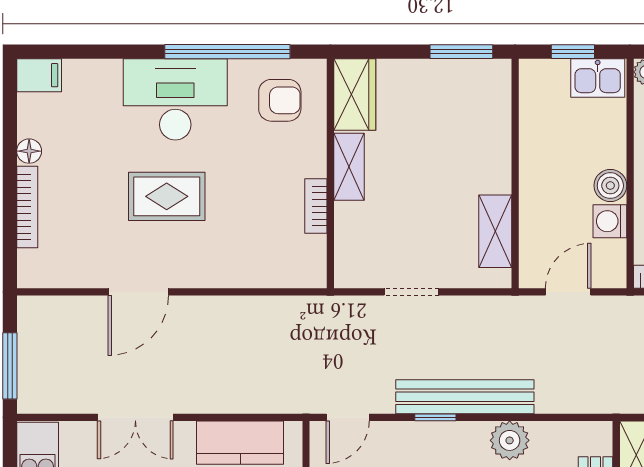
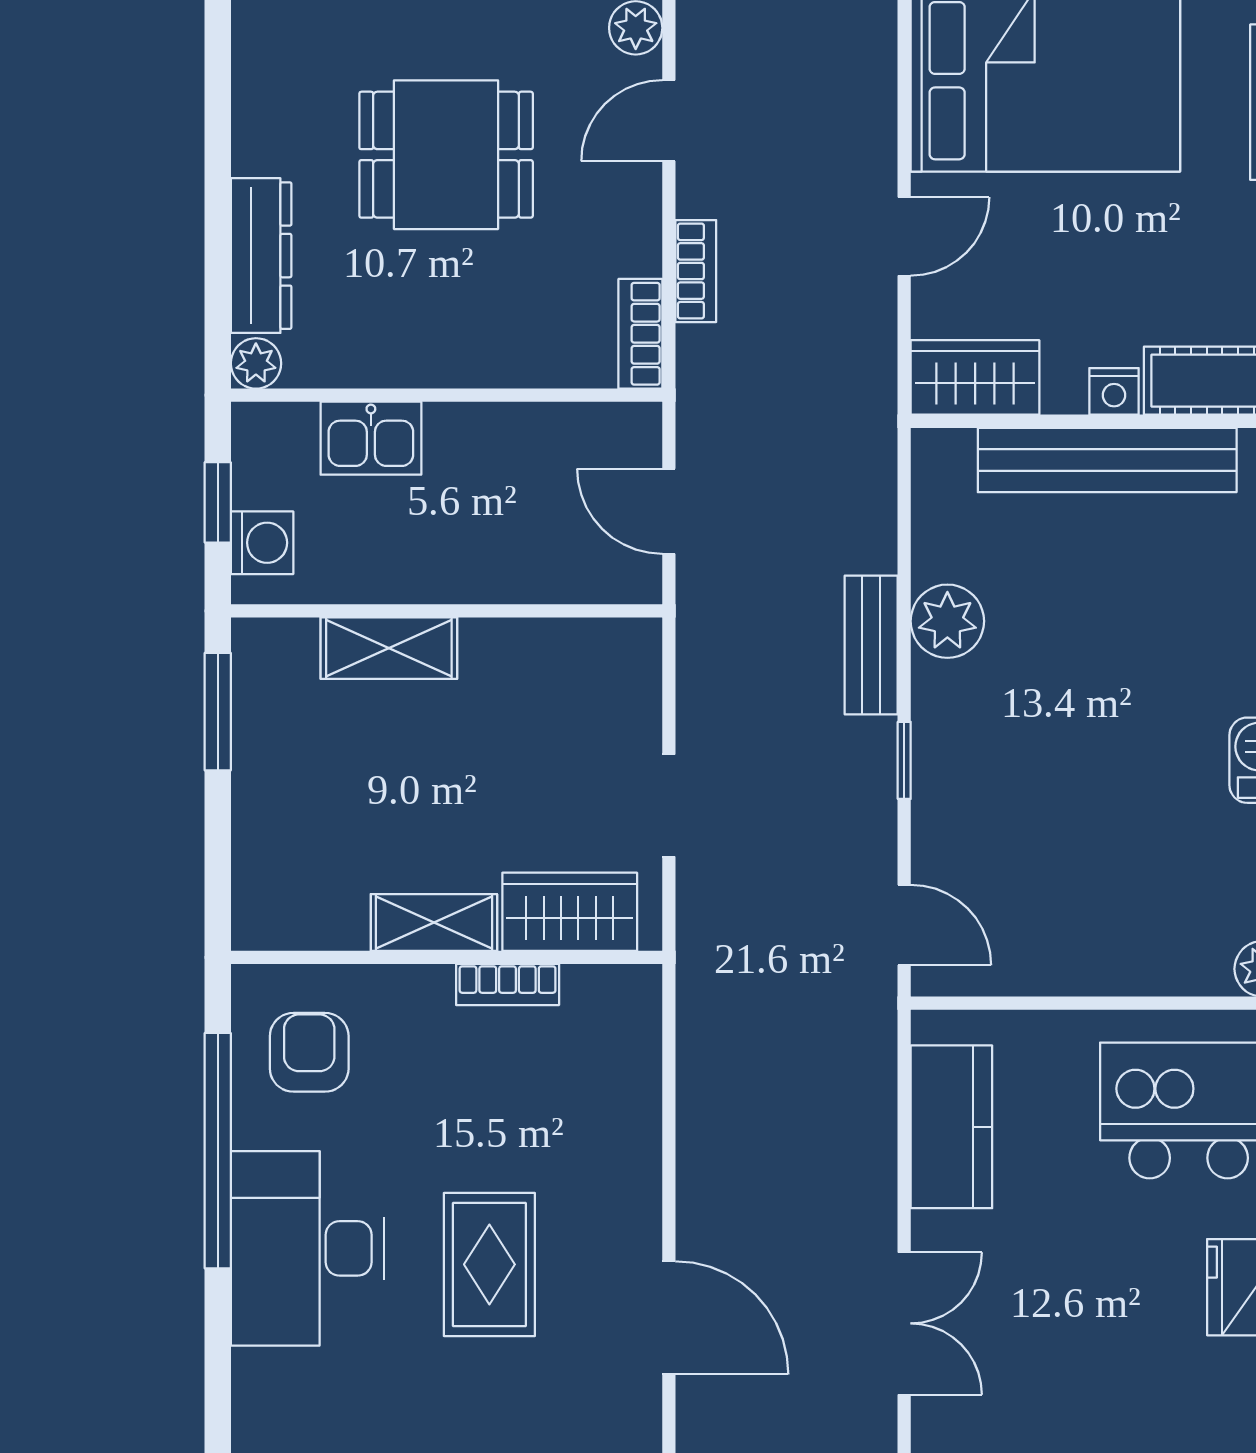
kitchen sink: (598, 78) -> (371, 438), moved, turned 90
wardrobe: (355, 94) -> (570, 912), moved
boiler: (610, 186) -> (469, 432), removed
washing machine: (610, 221) -> (262, 543), moved, turned -90
shelving: (495, 231) -> (389, 648), moved
bench: (465, 397) -> (871, 645), width x0.54, depth x0.82

